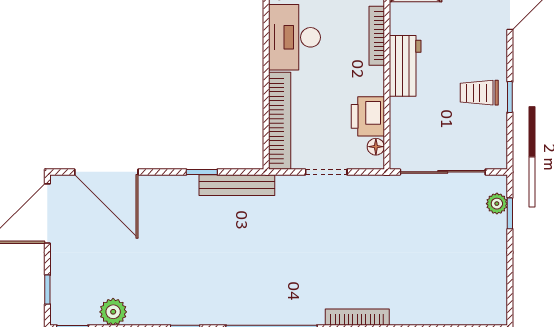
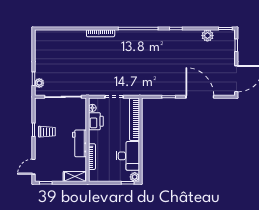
door: (106, 172) -> (200, 97), moved
bench: (237, 185) -> (153, 91), removed

